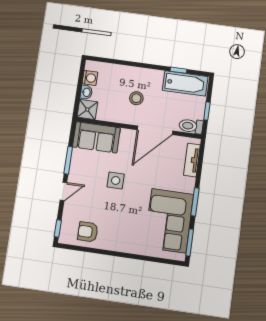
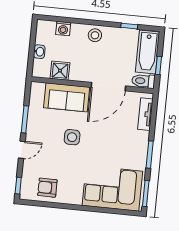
washing machine: (90, 78) -> (63, 29), moved, turned 90
bathtub: (185, 83) -> (148, 52), moved, turned 90
stool: (136, 98) -> (95, 35), moved
shower: (87, 110) -> (60, 71), moved
sofa: (96, 137) -> (67, 97), moved
corner sofa: (169, 221) -> (112, 188), moved, turned 90

